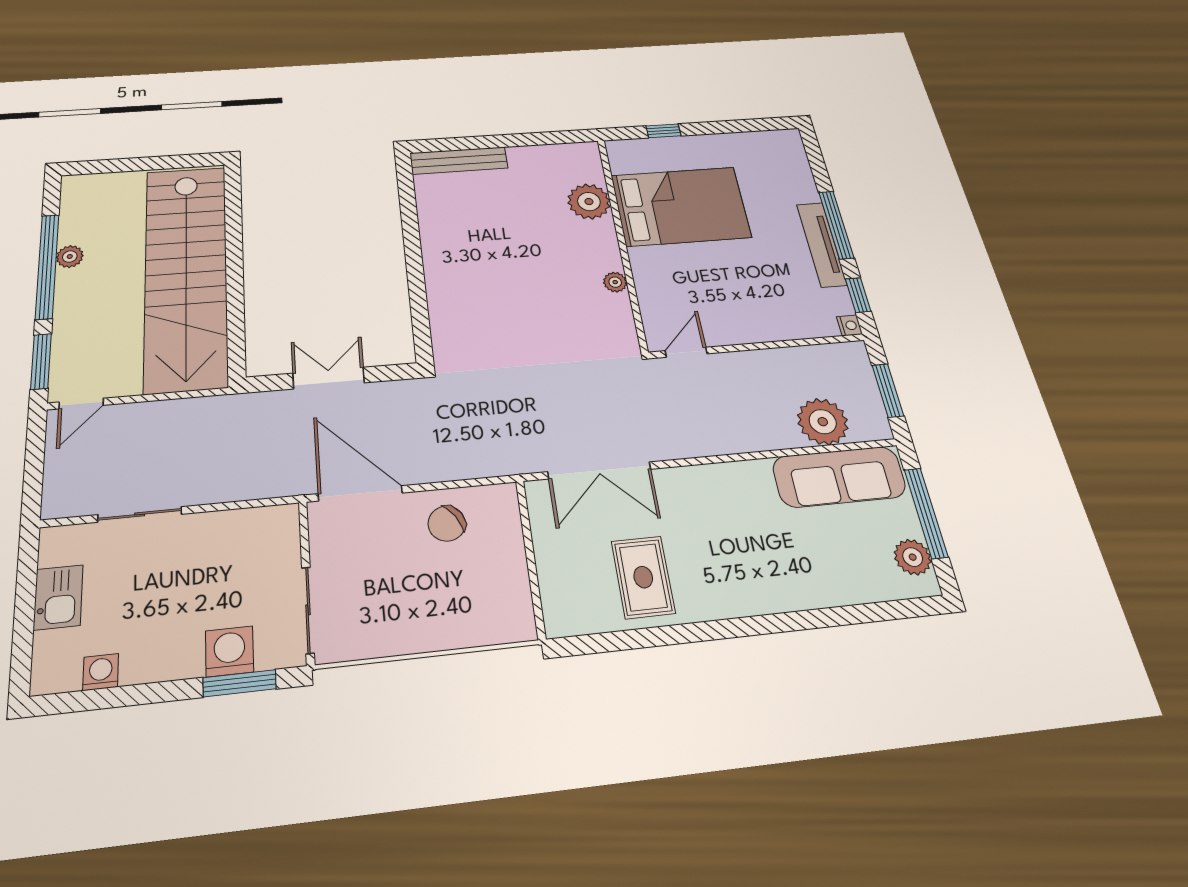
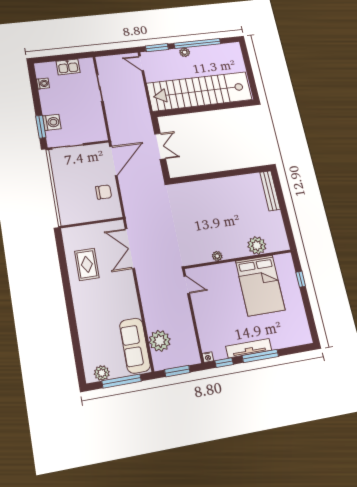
plant: (70, 257) -> (185, 52), moved
chair: (447, 524) -> (104, 192), turned 123
rug: (643, 577) -> (87, 264), turned 90

